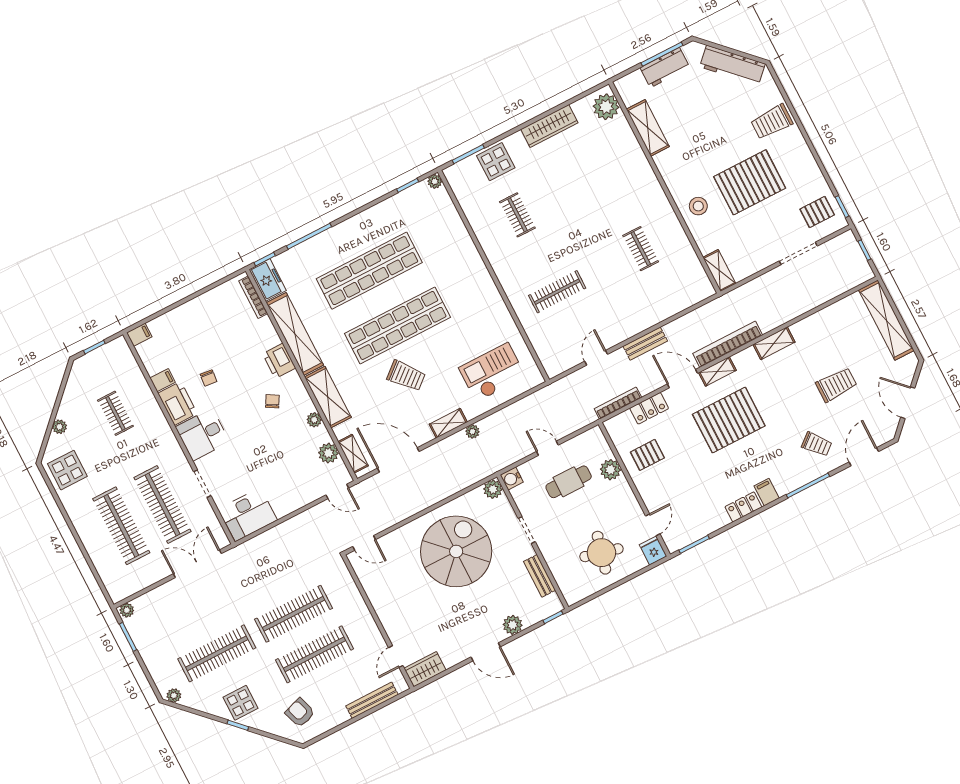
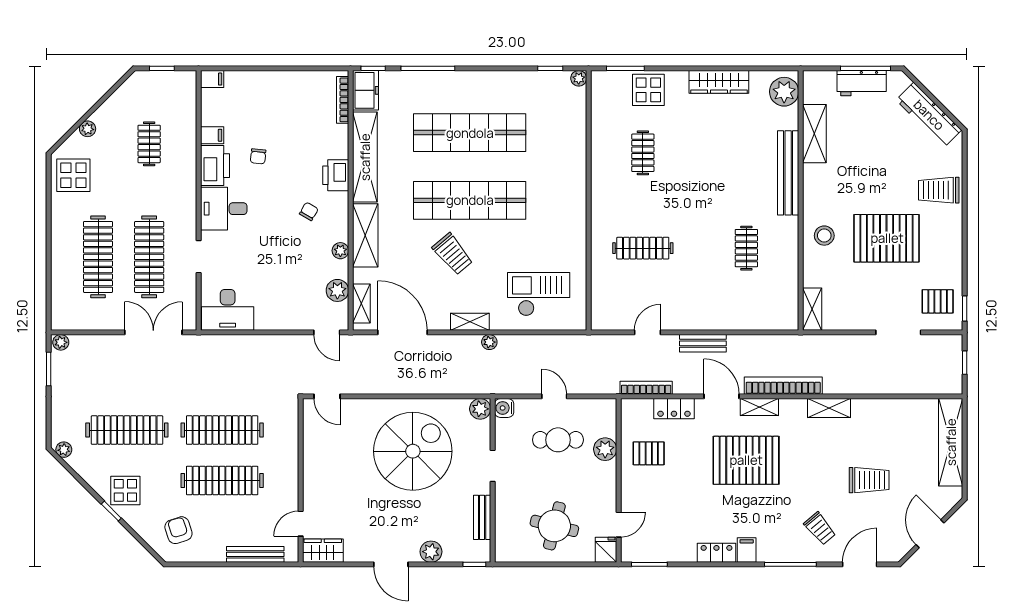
bench: (643, 170) -> (788, 173), added

